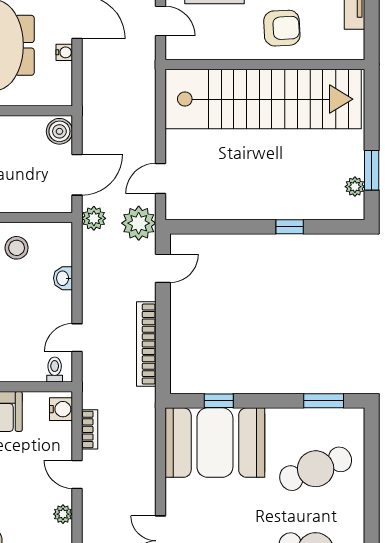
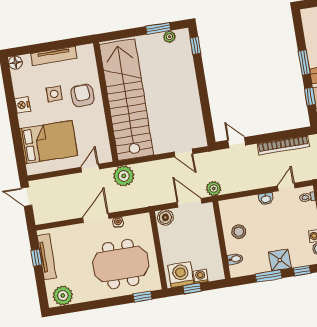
plant: (139, 223) -> (124, 176), moved
window: (290, 227) -> (195, 46), moved
washbasin: (63, 278) -> (266, 199), moved
door: (77, 338) -> (286, 187), swing flipped
window: (324, 401) -> (304, 62), moved

